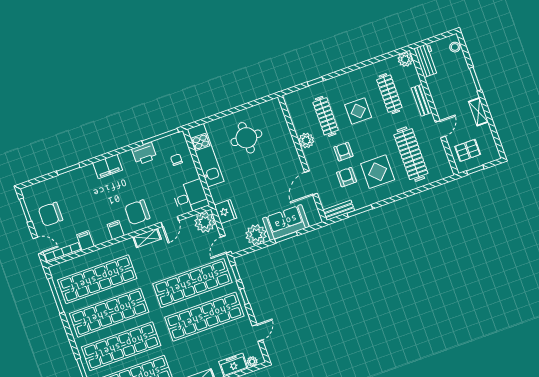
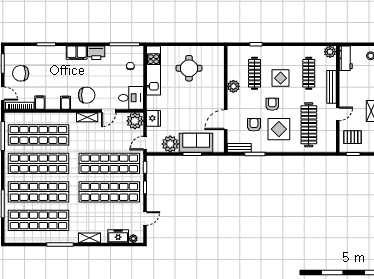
bench: (422, 100) -> (331, 87), width x1.36
armchair: (343, 152) -> (272, 104), moved
printer: (144, 154) -> (96, 53), moved
chair: (137, 212) -> (87, 95), turned 180

